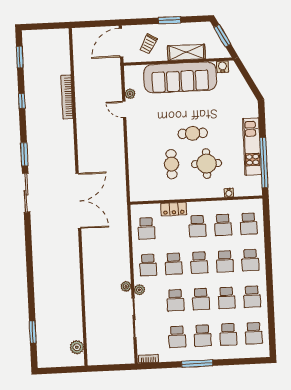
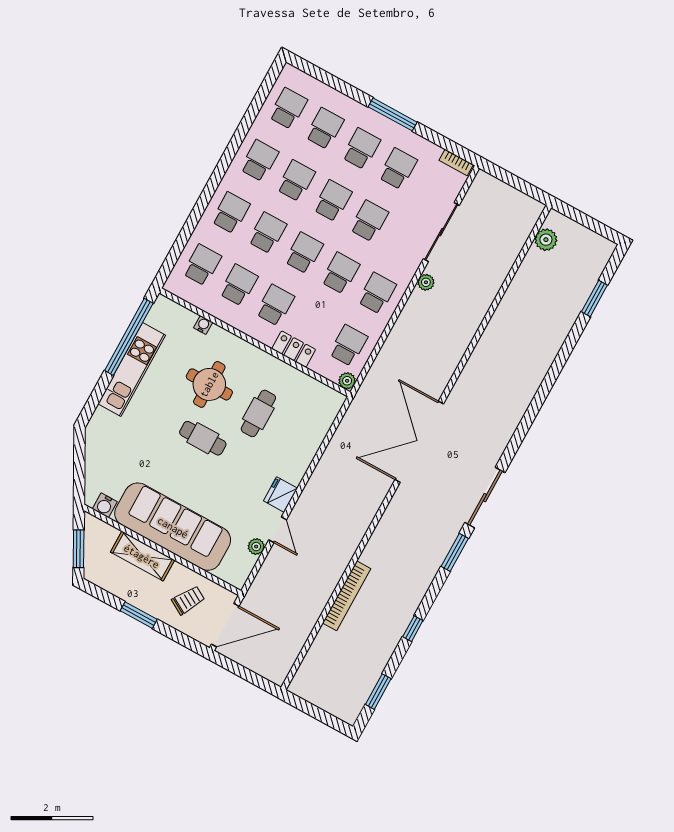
fridge: (134, 129) -> (281, 495), added
plant: (139, 290) -> (347, 381), moved

